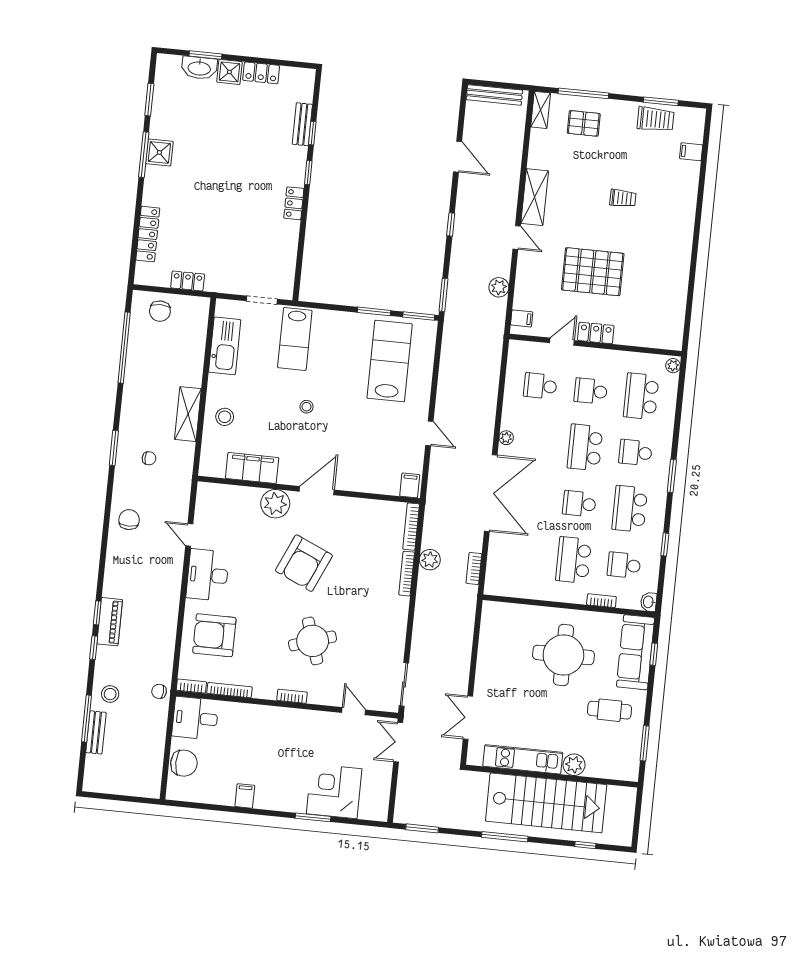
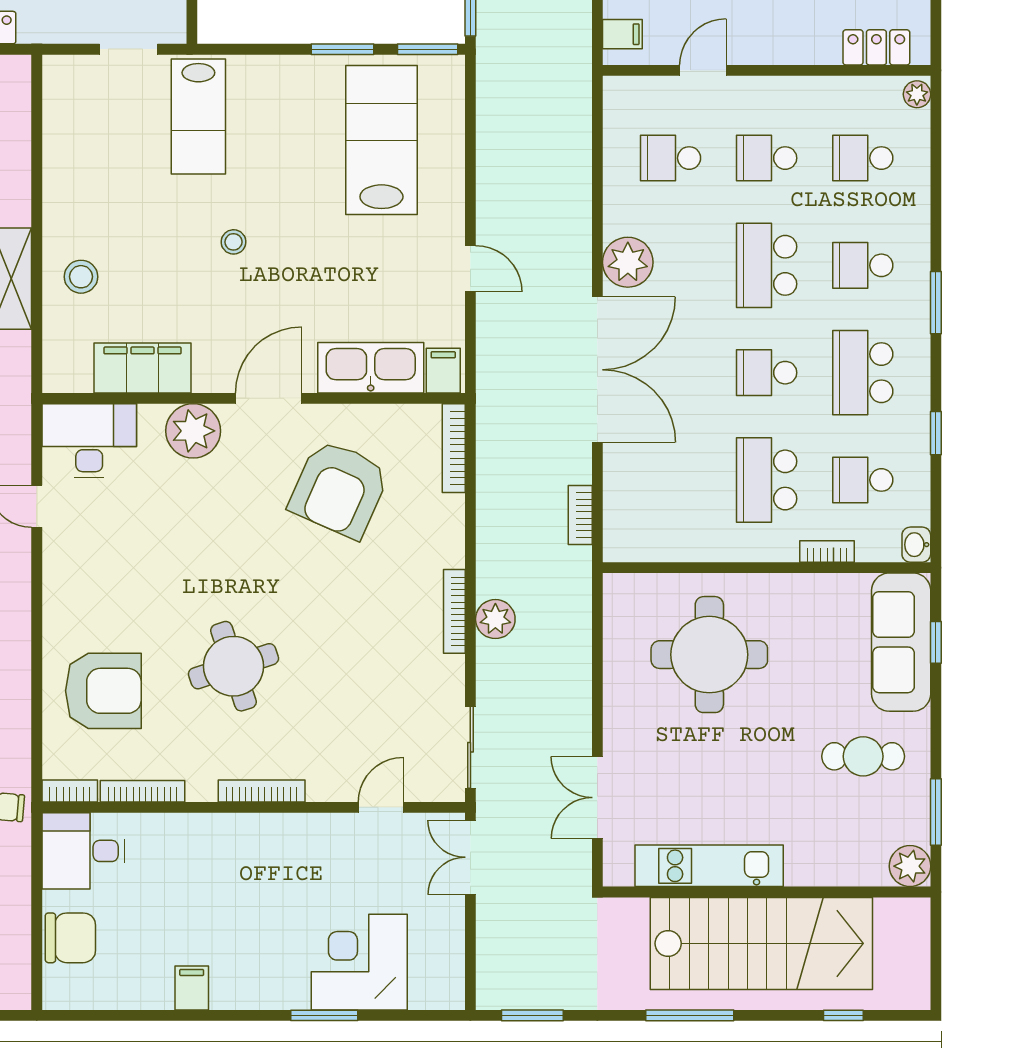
locker: (596, 333) -> (876, 47), moved
kitchen sink: (225, 346) -> (371, 368), moved, turned -90
school desk: (641, 396) -> (863, 158), width x0.54
plant: (506, 438) -> (628, 262), width x1.87, depth x1.87
plant: (430, 560) -> (495, 619), moved
armchair: (304, 563) -> (339, 489), moved
bookcase: (407, 574) -> (454, 611), moved
desk: (208, 575) -> (89, 441), moved, turned 90
armchair: (214, 635) -> (103, 691), turned 180
round table: (313, 641) -> (234, 666), moved
round table: (563, 655) -> (709, 655), moved
bookcase: (292, 696) -> (262, 791), width x1.56
door: (354, 711) -> (381, 807), hinge flipped
plant: (574, 765) -> (910, 866), moved

